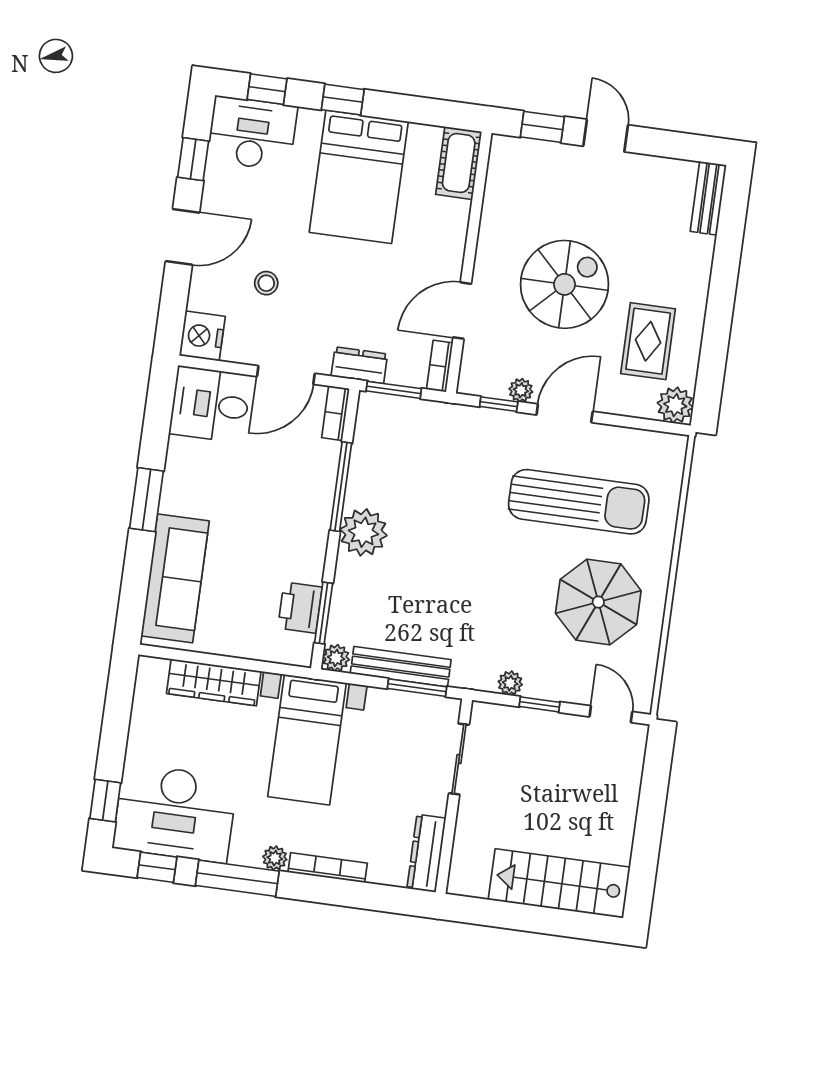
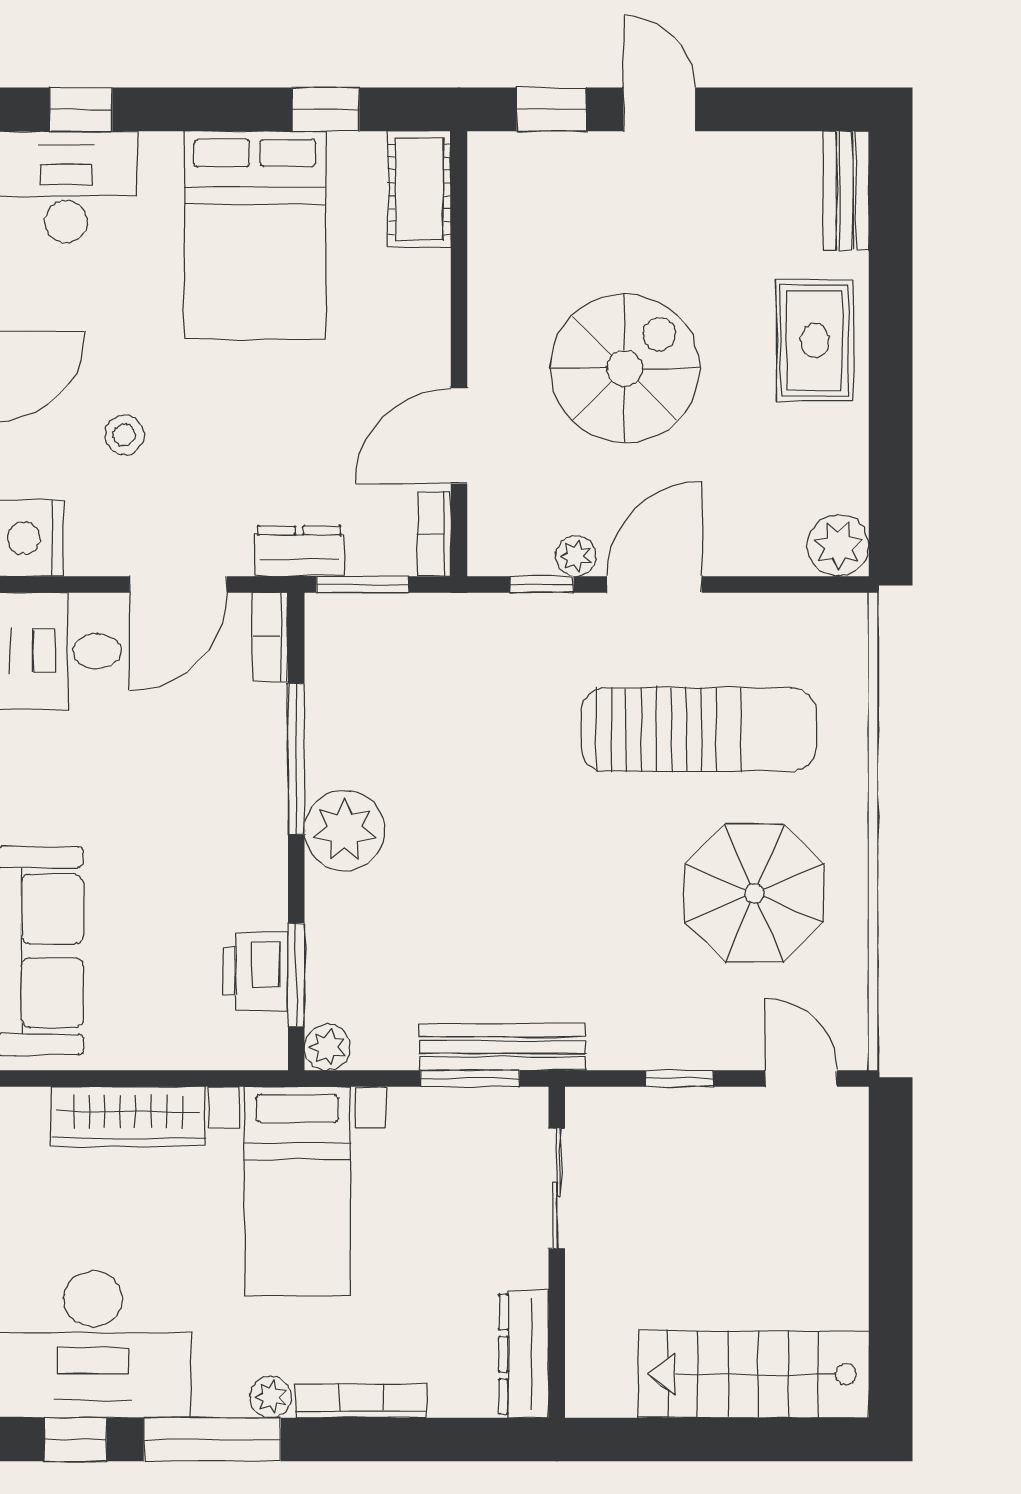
window: (343, 100) -> (326, 109), moved
rug: (648, 341) -> (815, 340), moved
bench: (401, 667) -> (502, 1047), moved
plant: (510, 683) -> (625, 1050), removed

